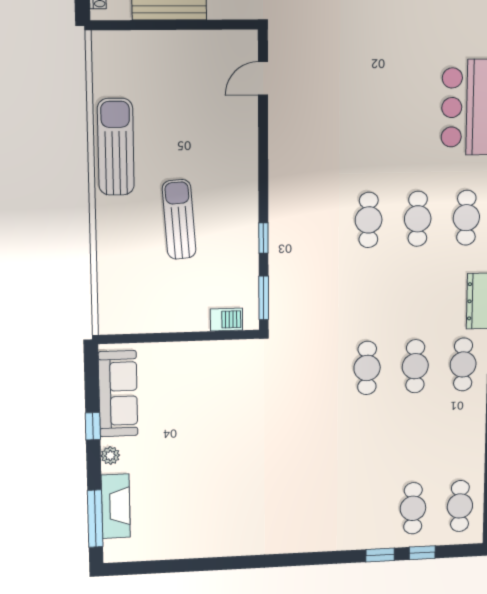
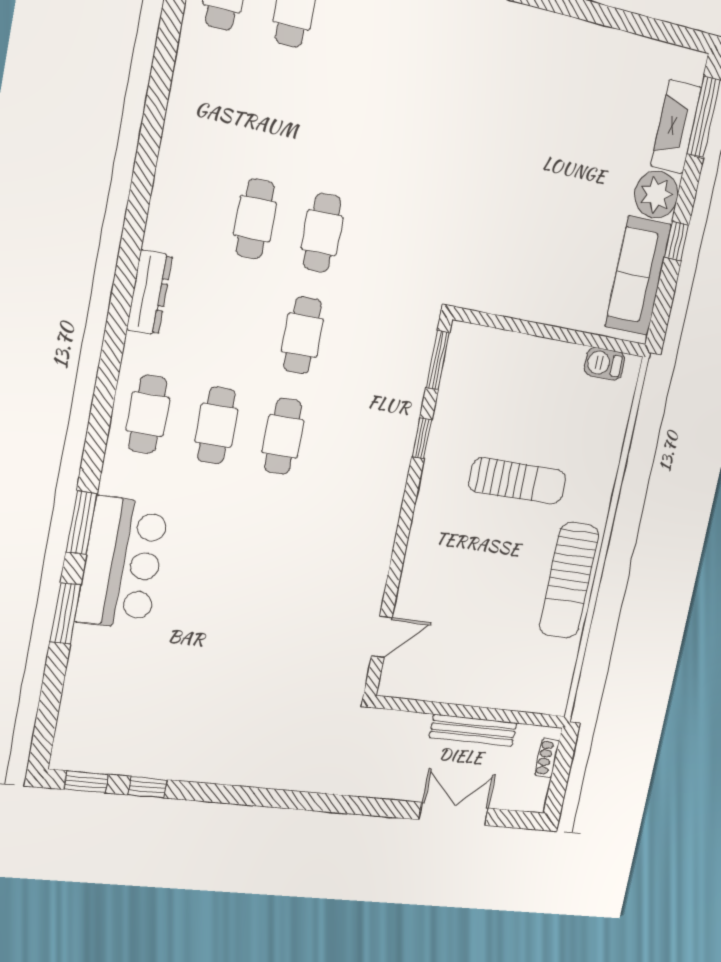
sun lounger: (179, 219) -> (518, 481), turned -86
barbecue: (226, 320) -> (605, 364), moved
cafe table: (463, 364) -> (302, 335), moved
plant: (110, 456) -> (656, 195), width x1.87, depth x1.87

